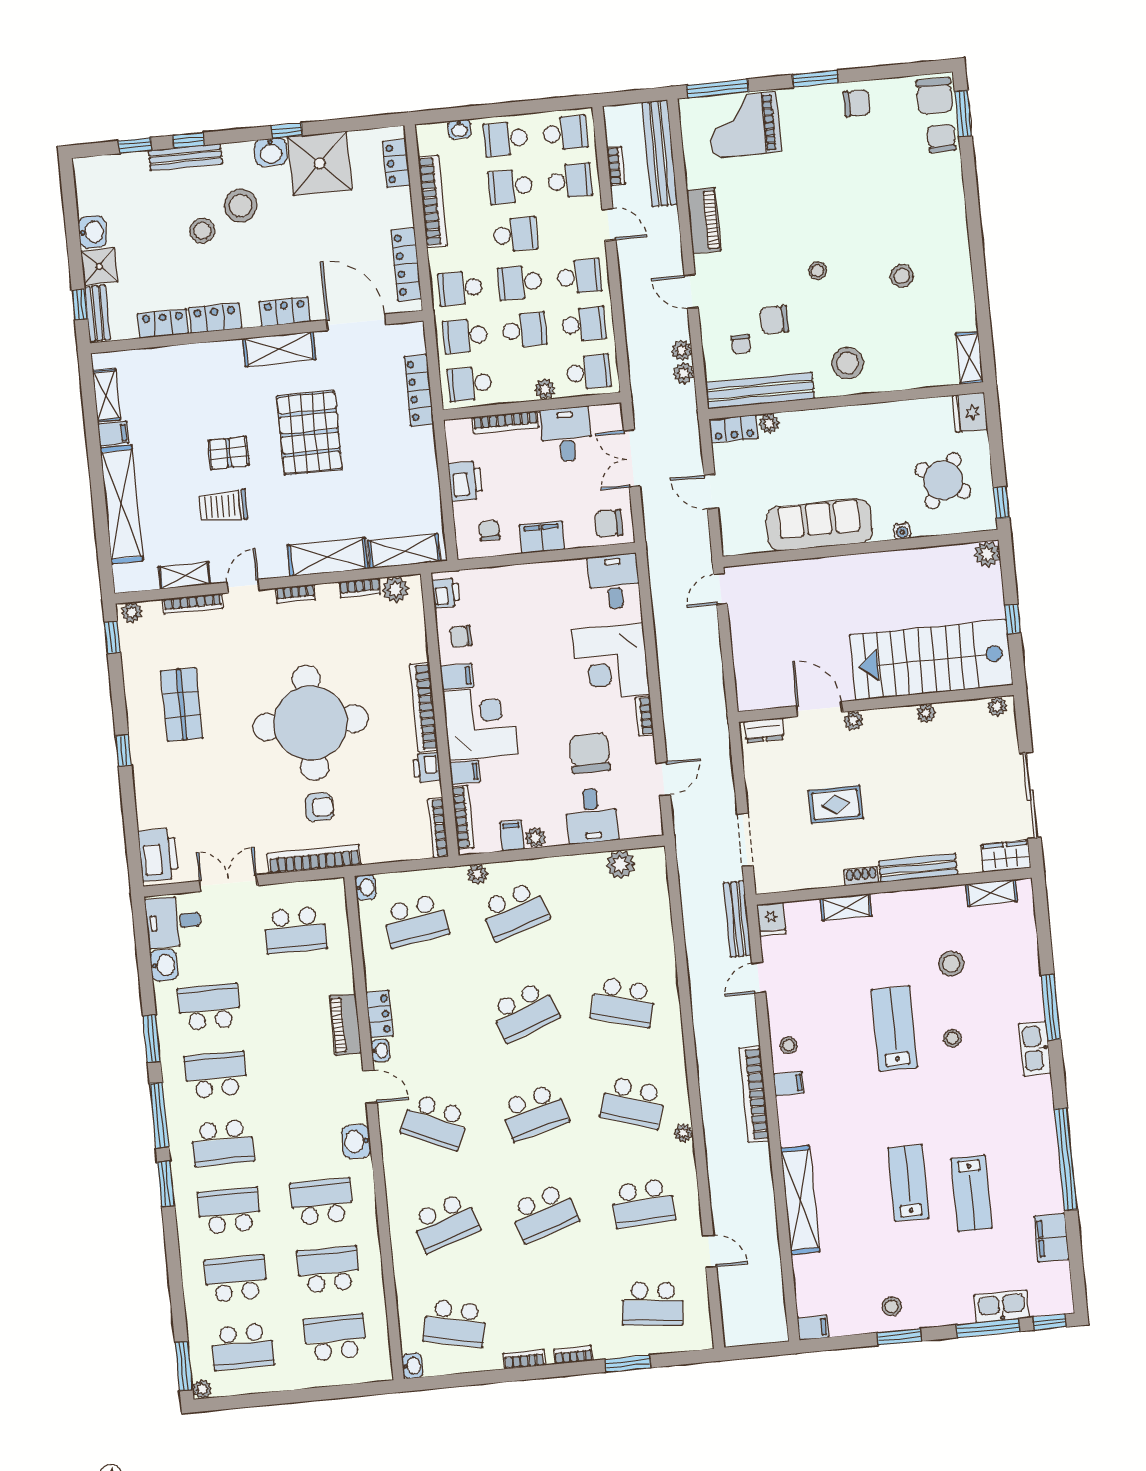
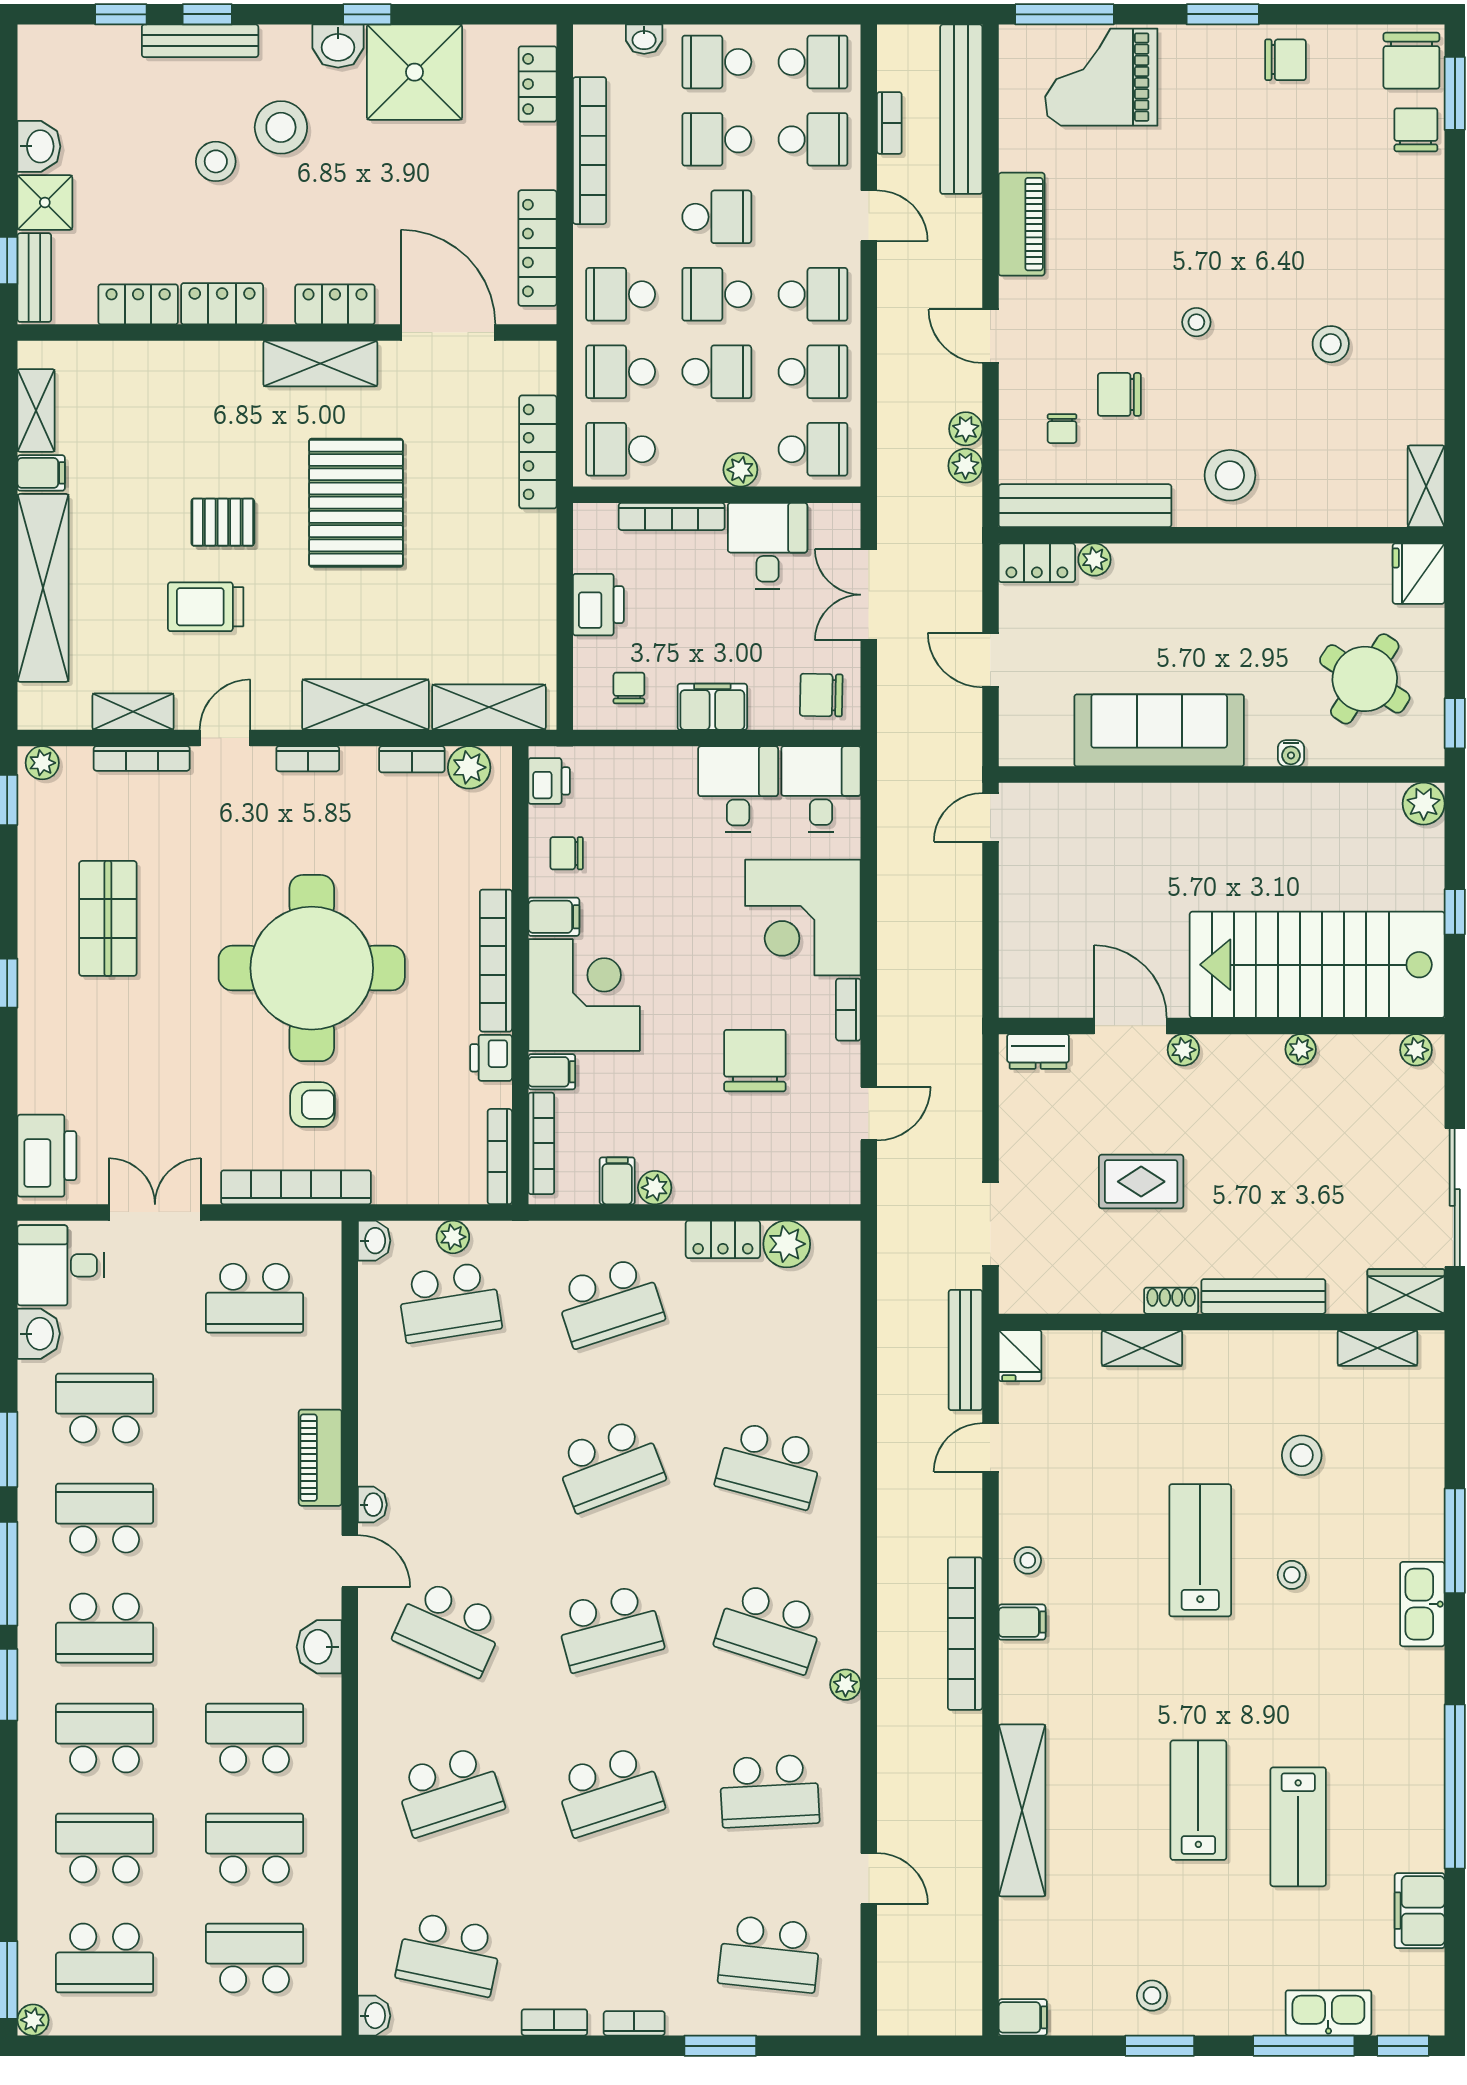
desk: (592, 816) -> (738, 789), moved, turned 180
plant: (477, 874) -> (453, 1237), moved
locker: (380, 1014) -> (723, 1239), moved, turned 90

